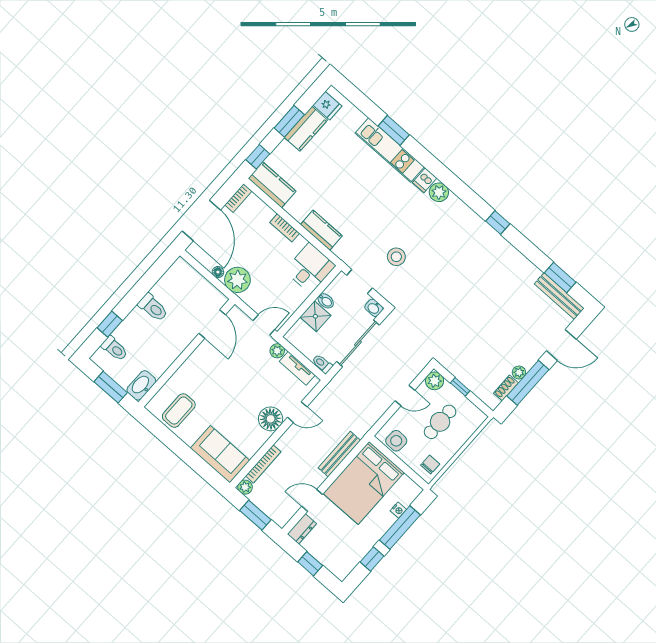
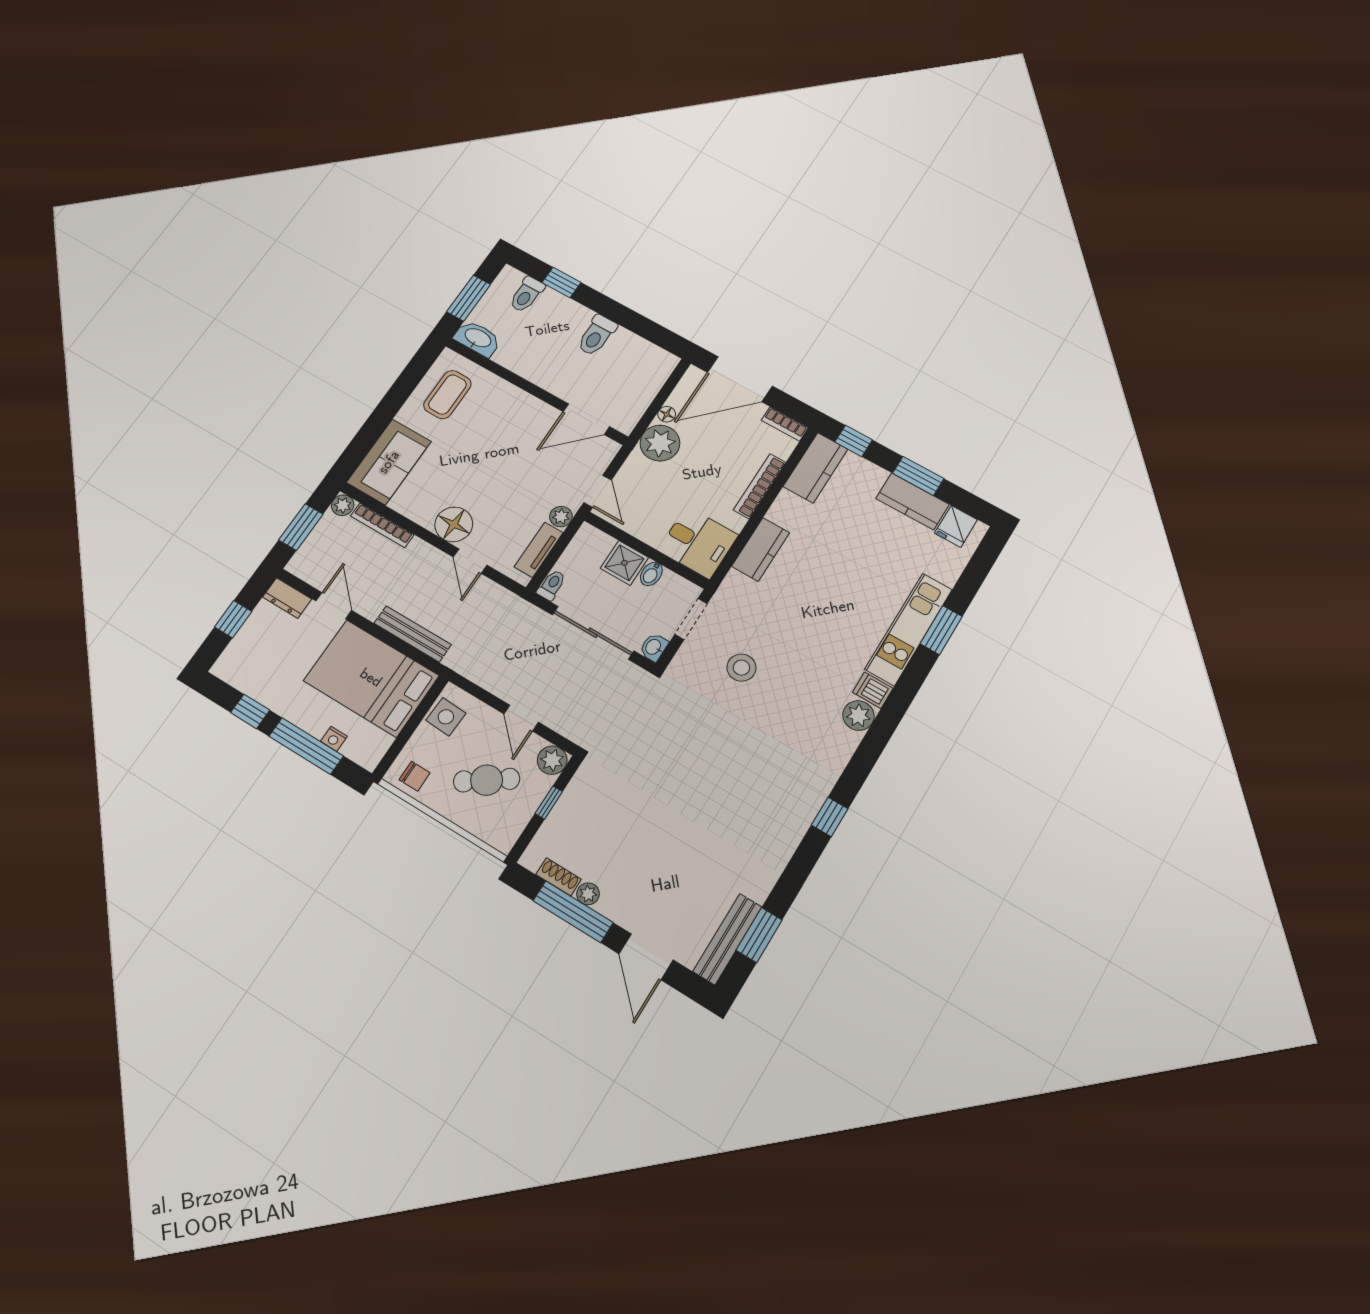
bookcase: (285, 228) -> (760, 486), width x1.56
coffee table: (179, 411) -> (447, 395), turned 90
cafe table: (440, 422) -> (487, 780), turned -35

